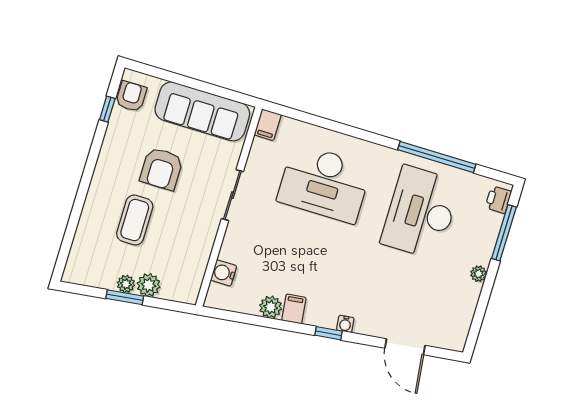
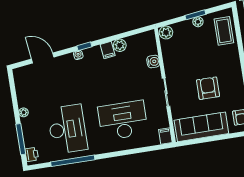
coffee table: (135, 220) -> (224, 31), moved
water cooler: (224, 273) -> (153, 62), moved
plant: (149, 285) -> (166, 32), moved

